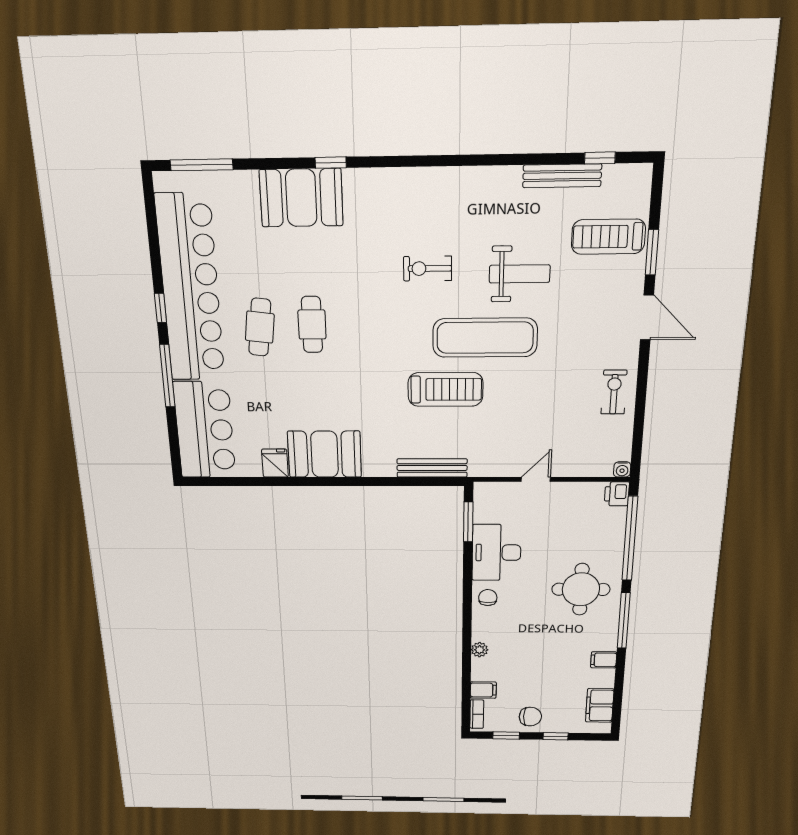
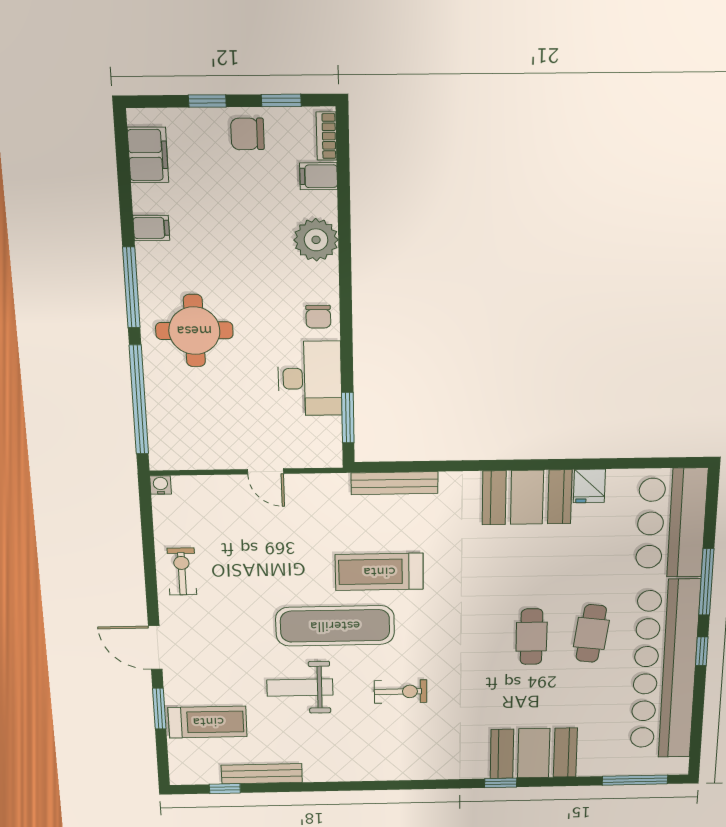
exercise bike: (614, 392) -> (182, 571), turned 180
door: (536, 479) -> (266, 471), hinge flipped
printer: (617, 494) -> (163, 456), removed
plant: (480, 650) -> (316, 240), width x1.88, depth x1.88

